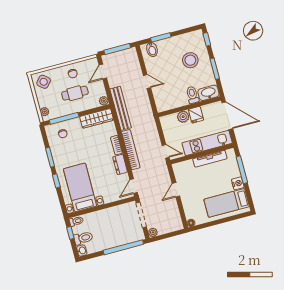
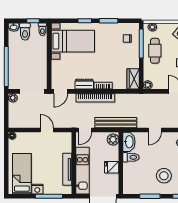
cafe table: (75, 93) -> (155, 51), moved
washbasin: (208, 93) -> (129, 142), moved
toilet: (192, 95) -> (131, 157), moved
bench: (121, 108) -> (116, 123), moved
plant: (183, 117) -> (113, 139), moved
wardrobe: (97, 118) -> (133, 79), width x0.67
door: (134, 186) -> (61, 91), swing flipped

